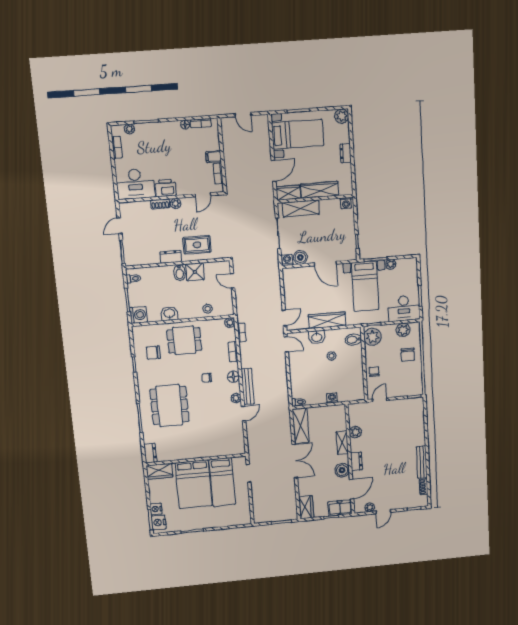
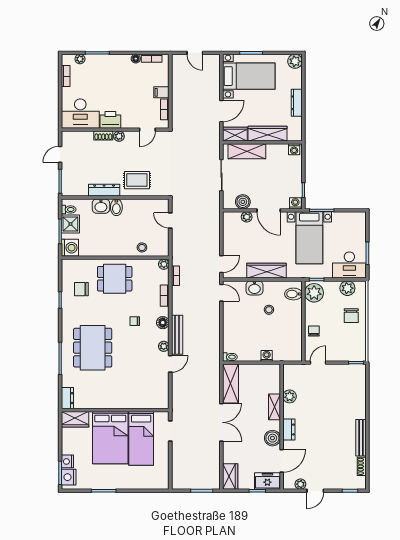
dresser: (346, 153) -> (297, 103), width x1.44
dresser: (171, 257) -> (104, 190), width x1.44
washing machine: (287, 260) -> (295, 203), moved
plant: (391, 264) -> (247, 217), moved
shower: (195, 272) -> (70, 224), moved
washbasin: (169, 314) -> (101, 206), moved, turned 180

